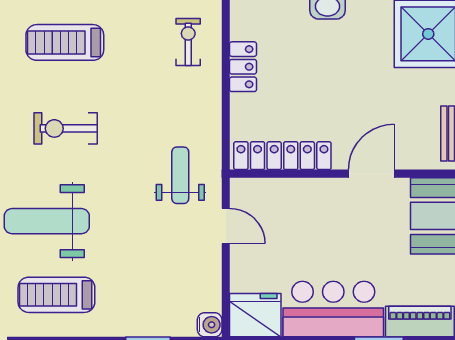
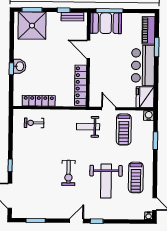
treadmill: (65, 42) -> (124, 129), moved
locker: (243, 67) -> (39, 101), width x1.53
door: (226, 226) -> (109, 109), hinge flipped

